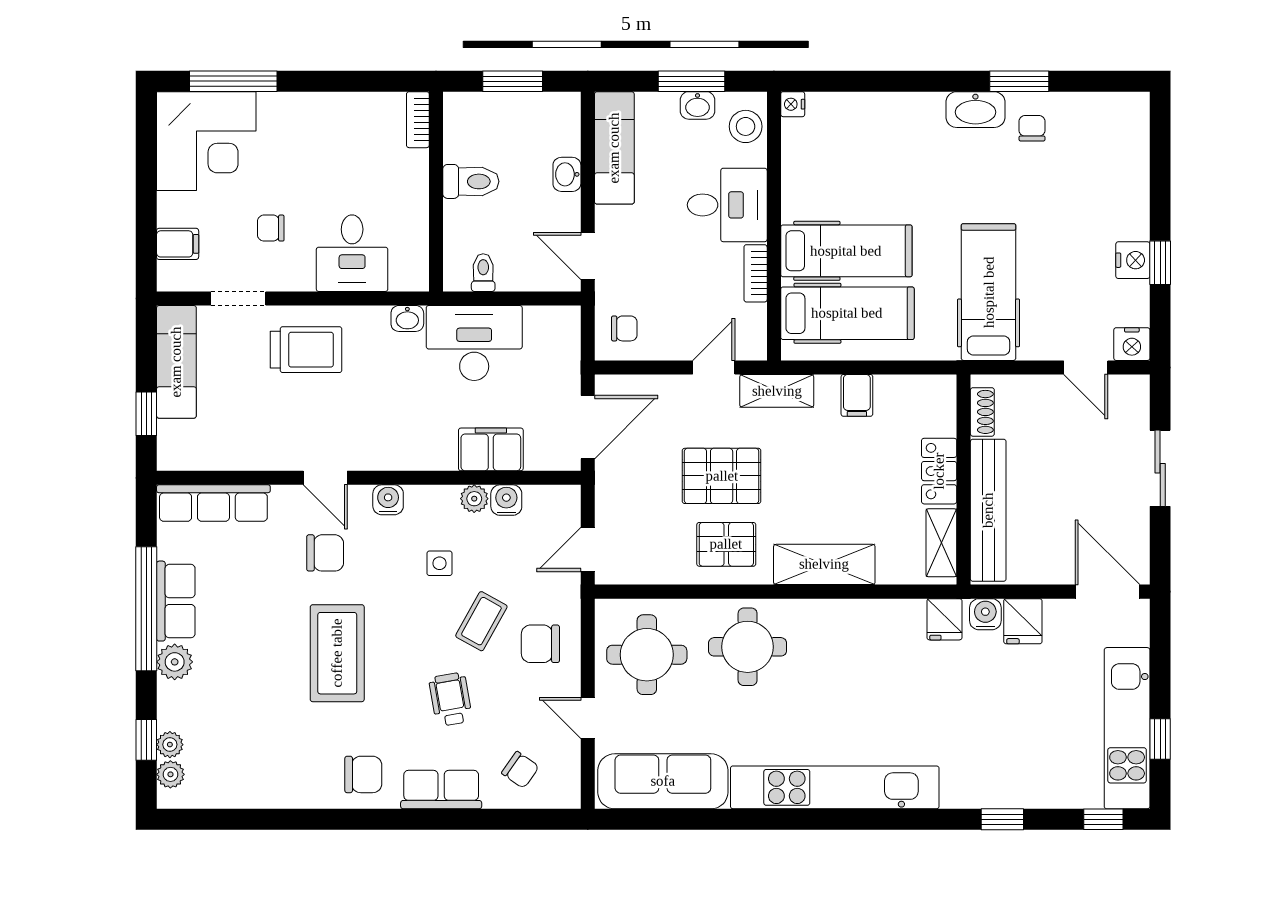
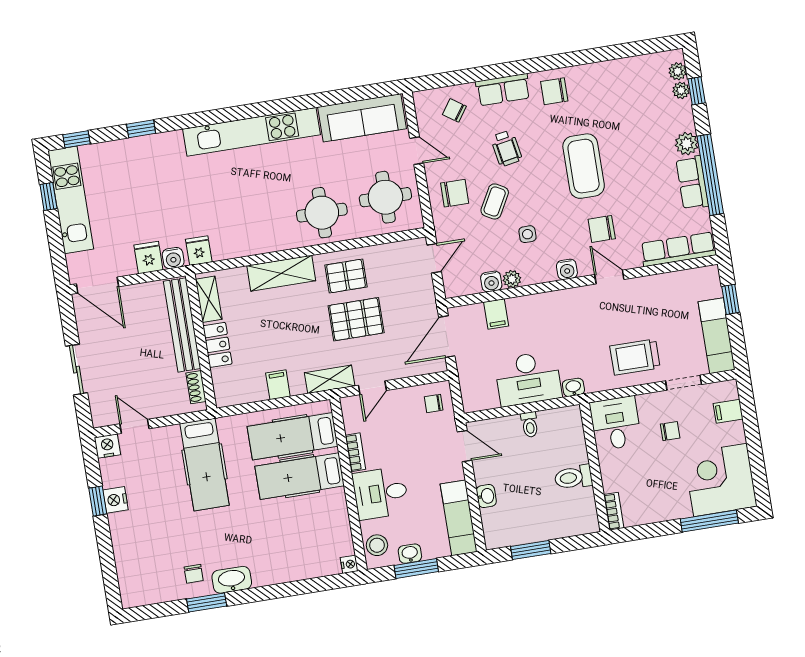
bookcase: (418, 120) -> (614, 511), moved
toilet: (471, 181) -> (573, 477), moved
wall: (436, 192) -> (595, 467), moved
filing cabinet: (491, 449) -> (496, 314), width x0.50

